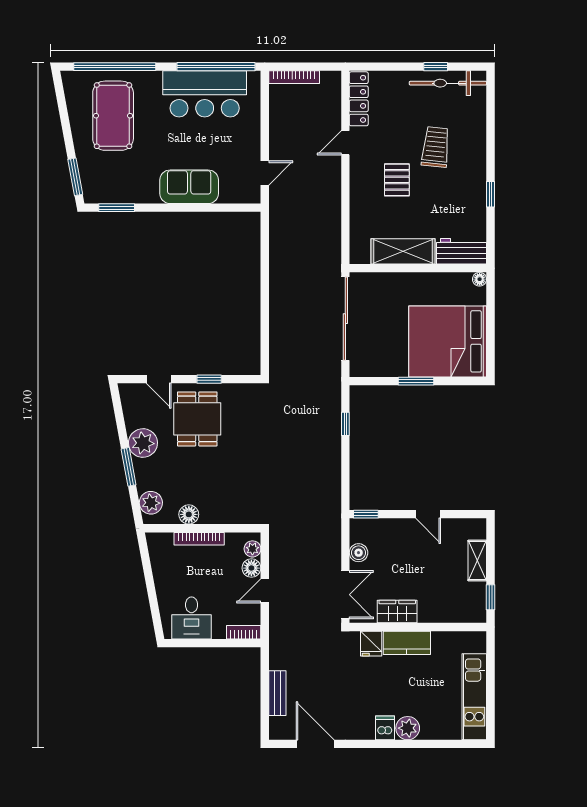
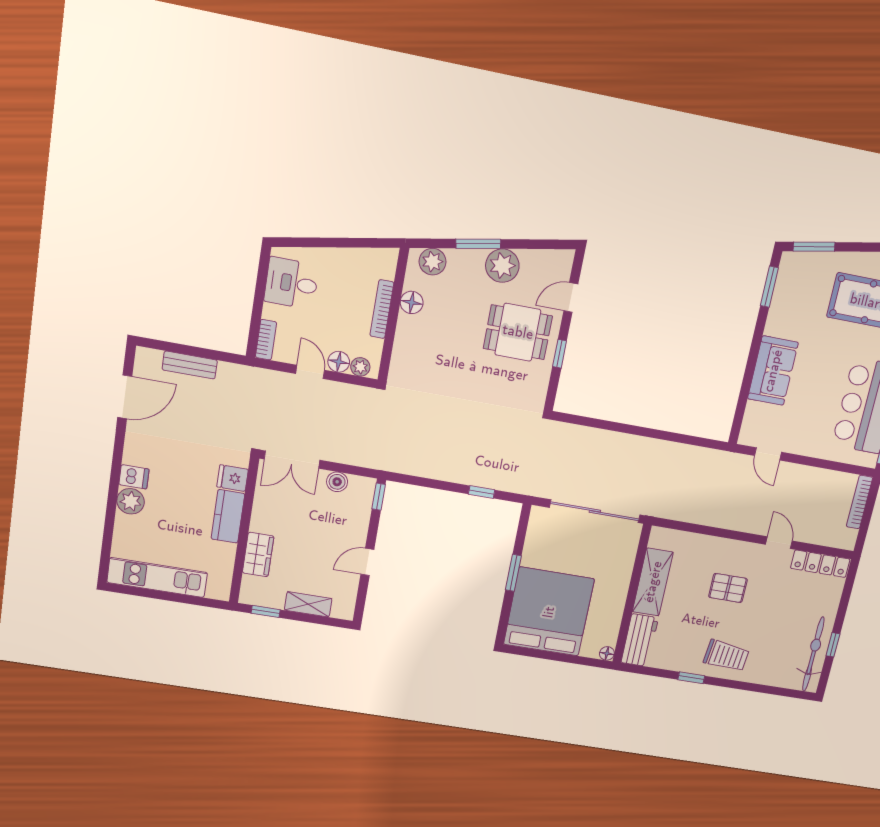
trolley: (436, 147) -> (726, 656), moved
wardrobe: (397, 612) -> (258, 555), moved

